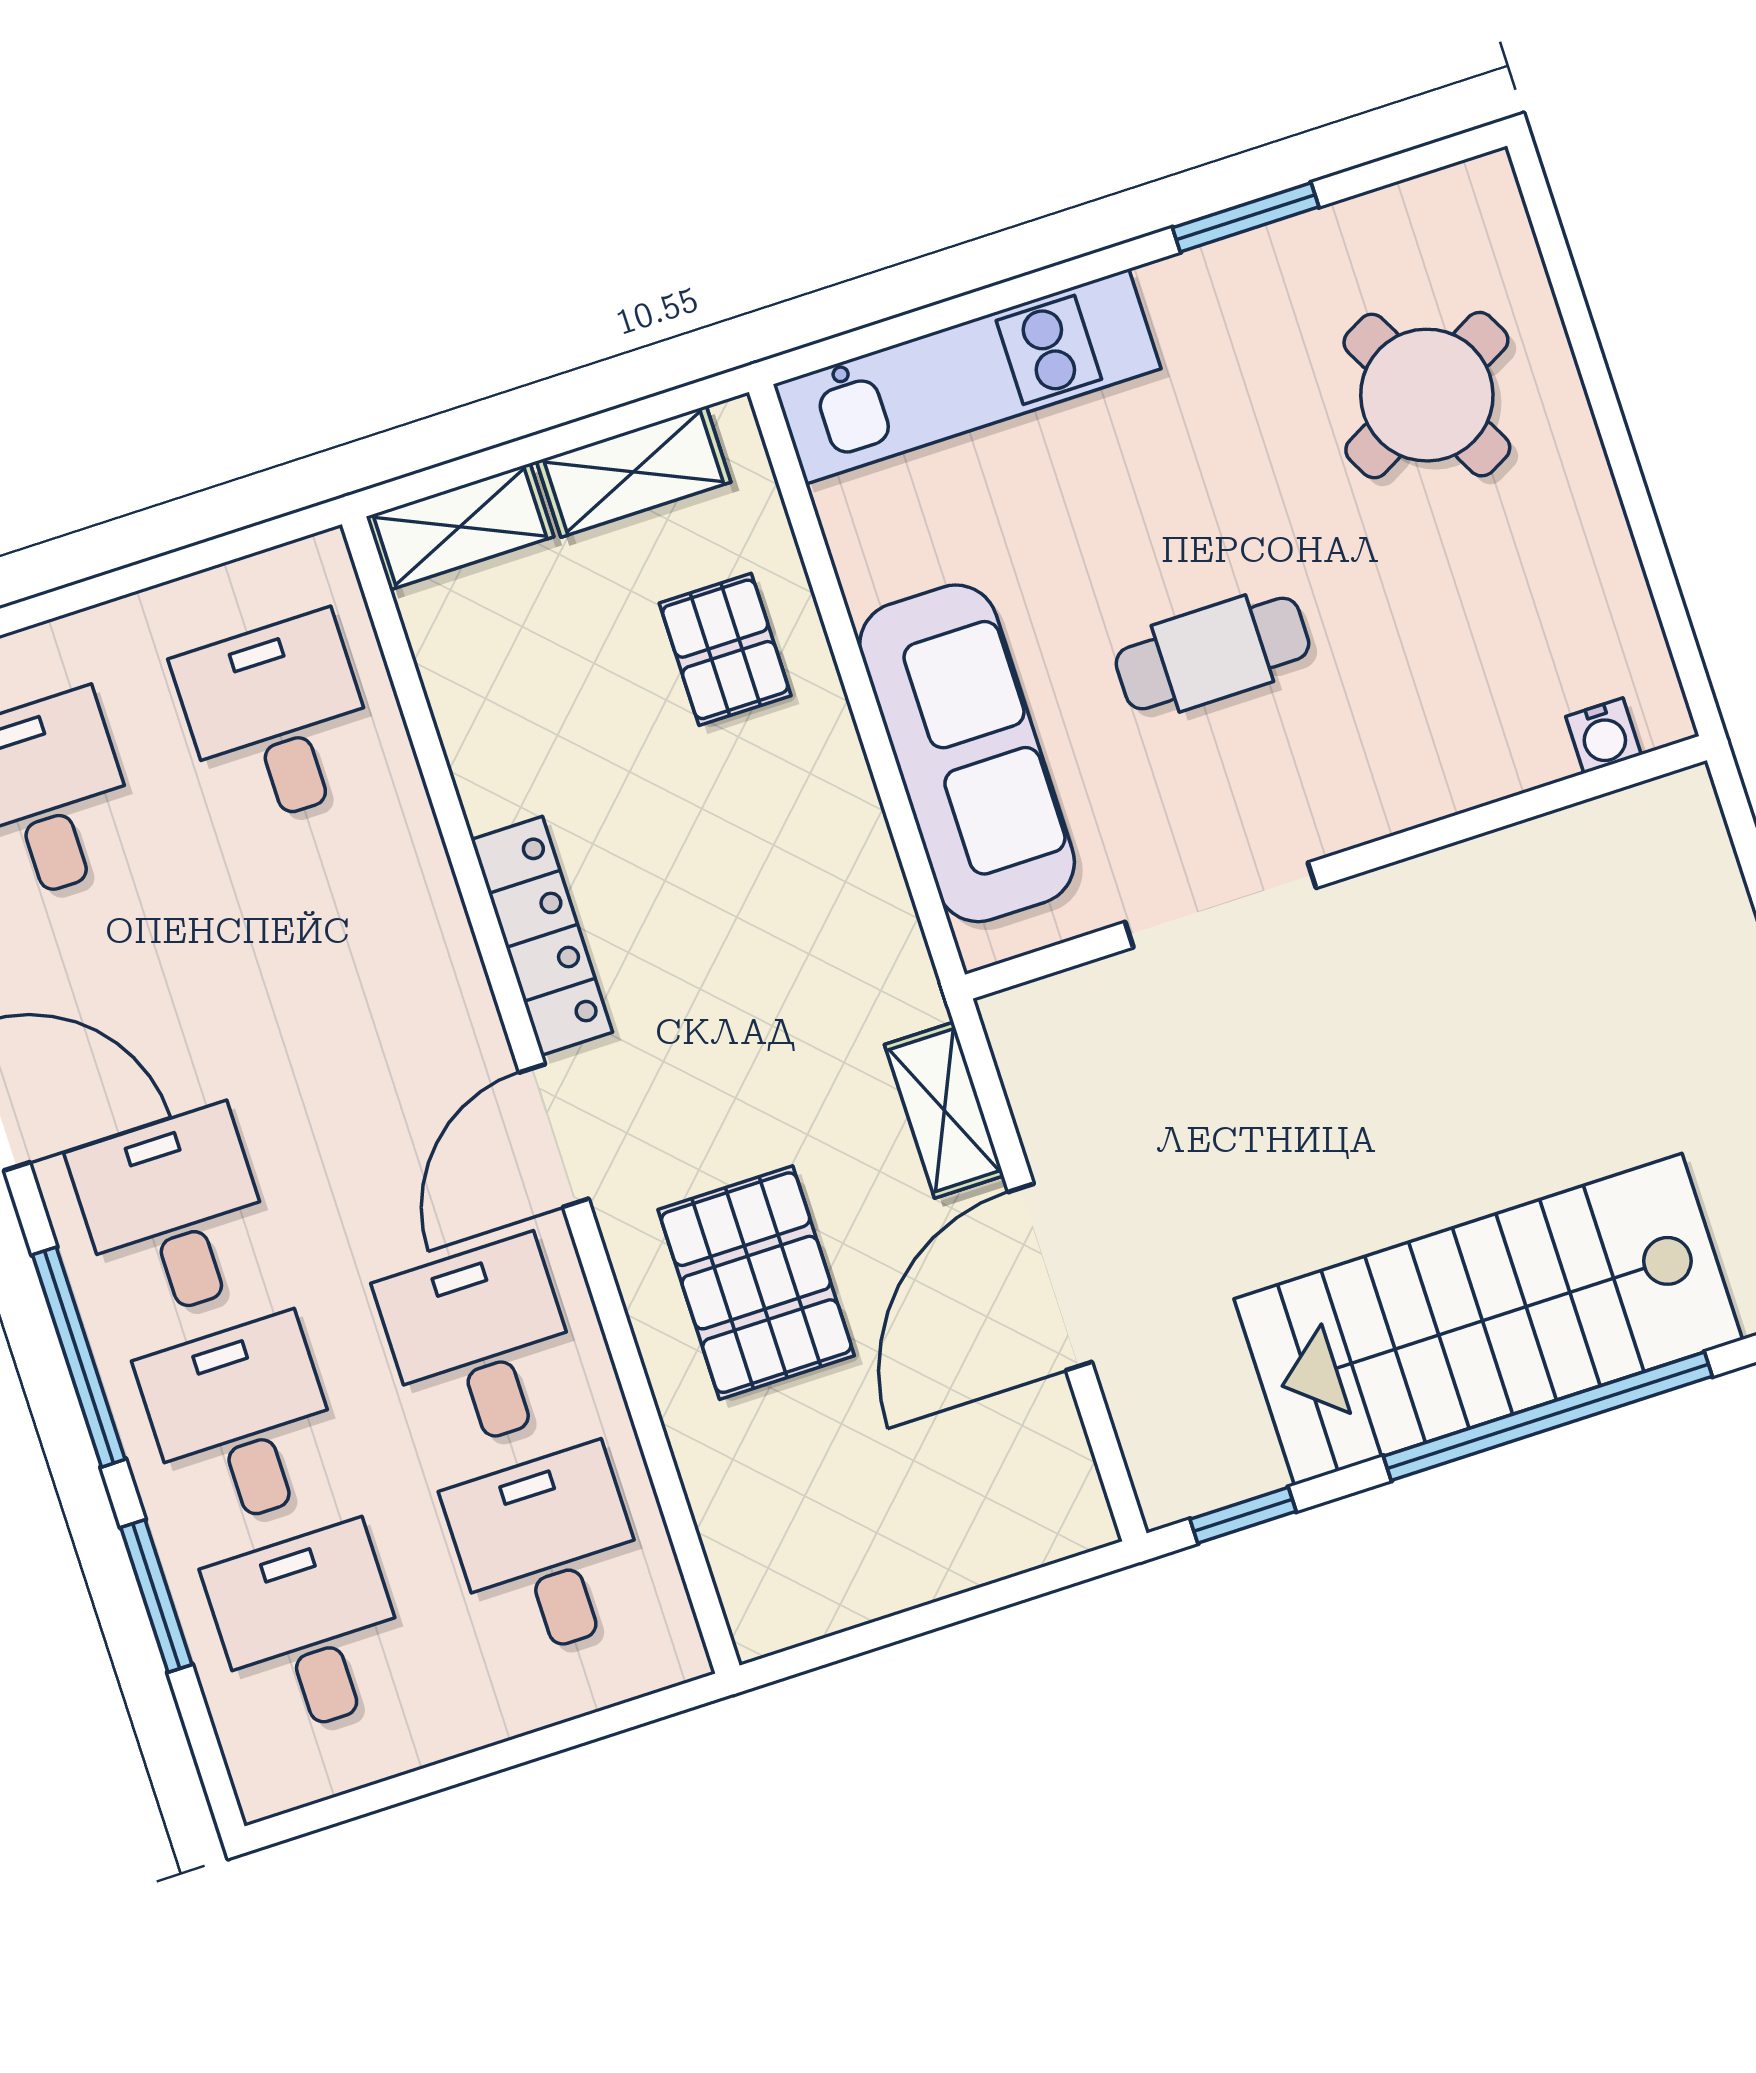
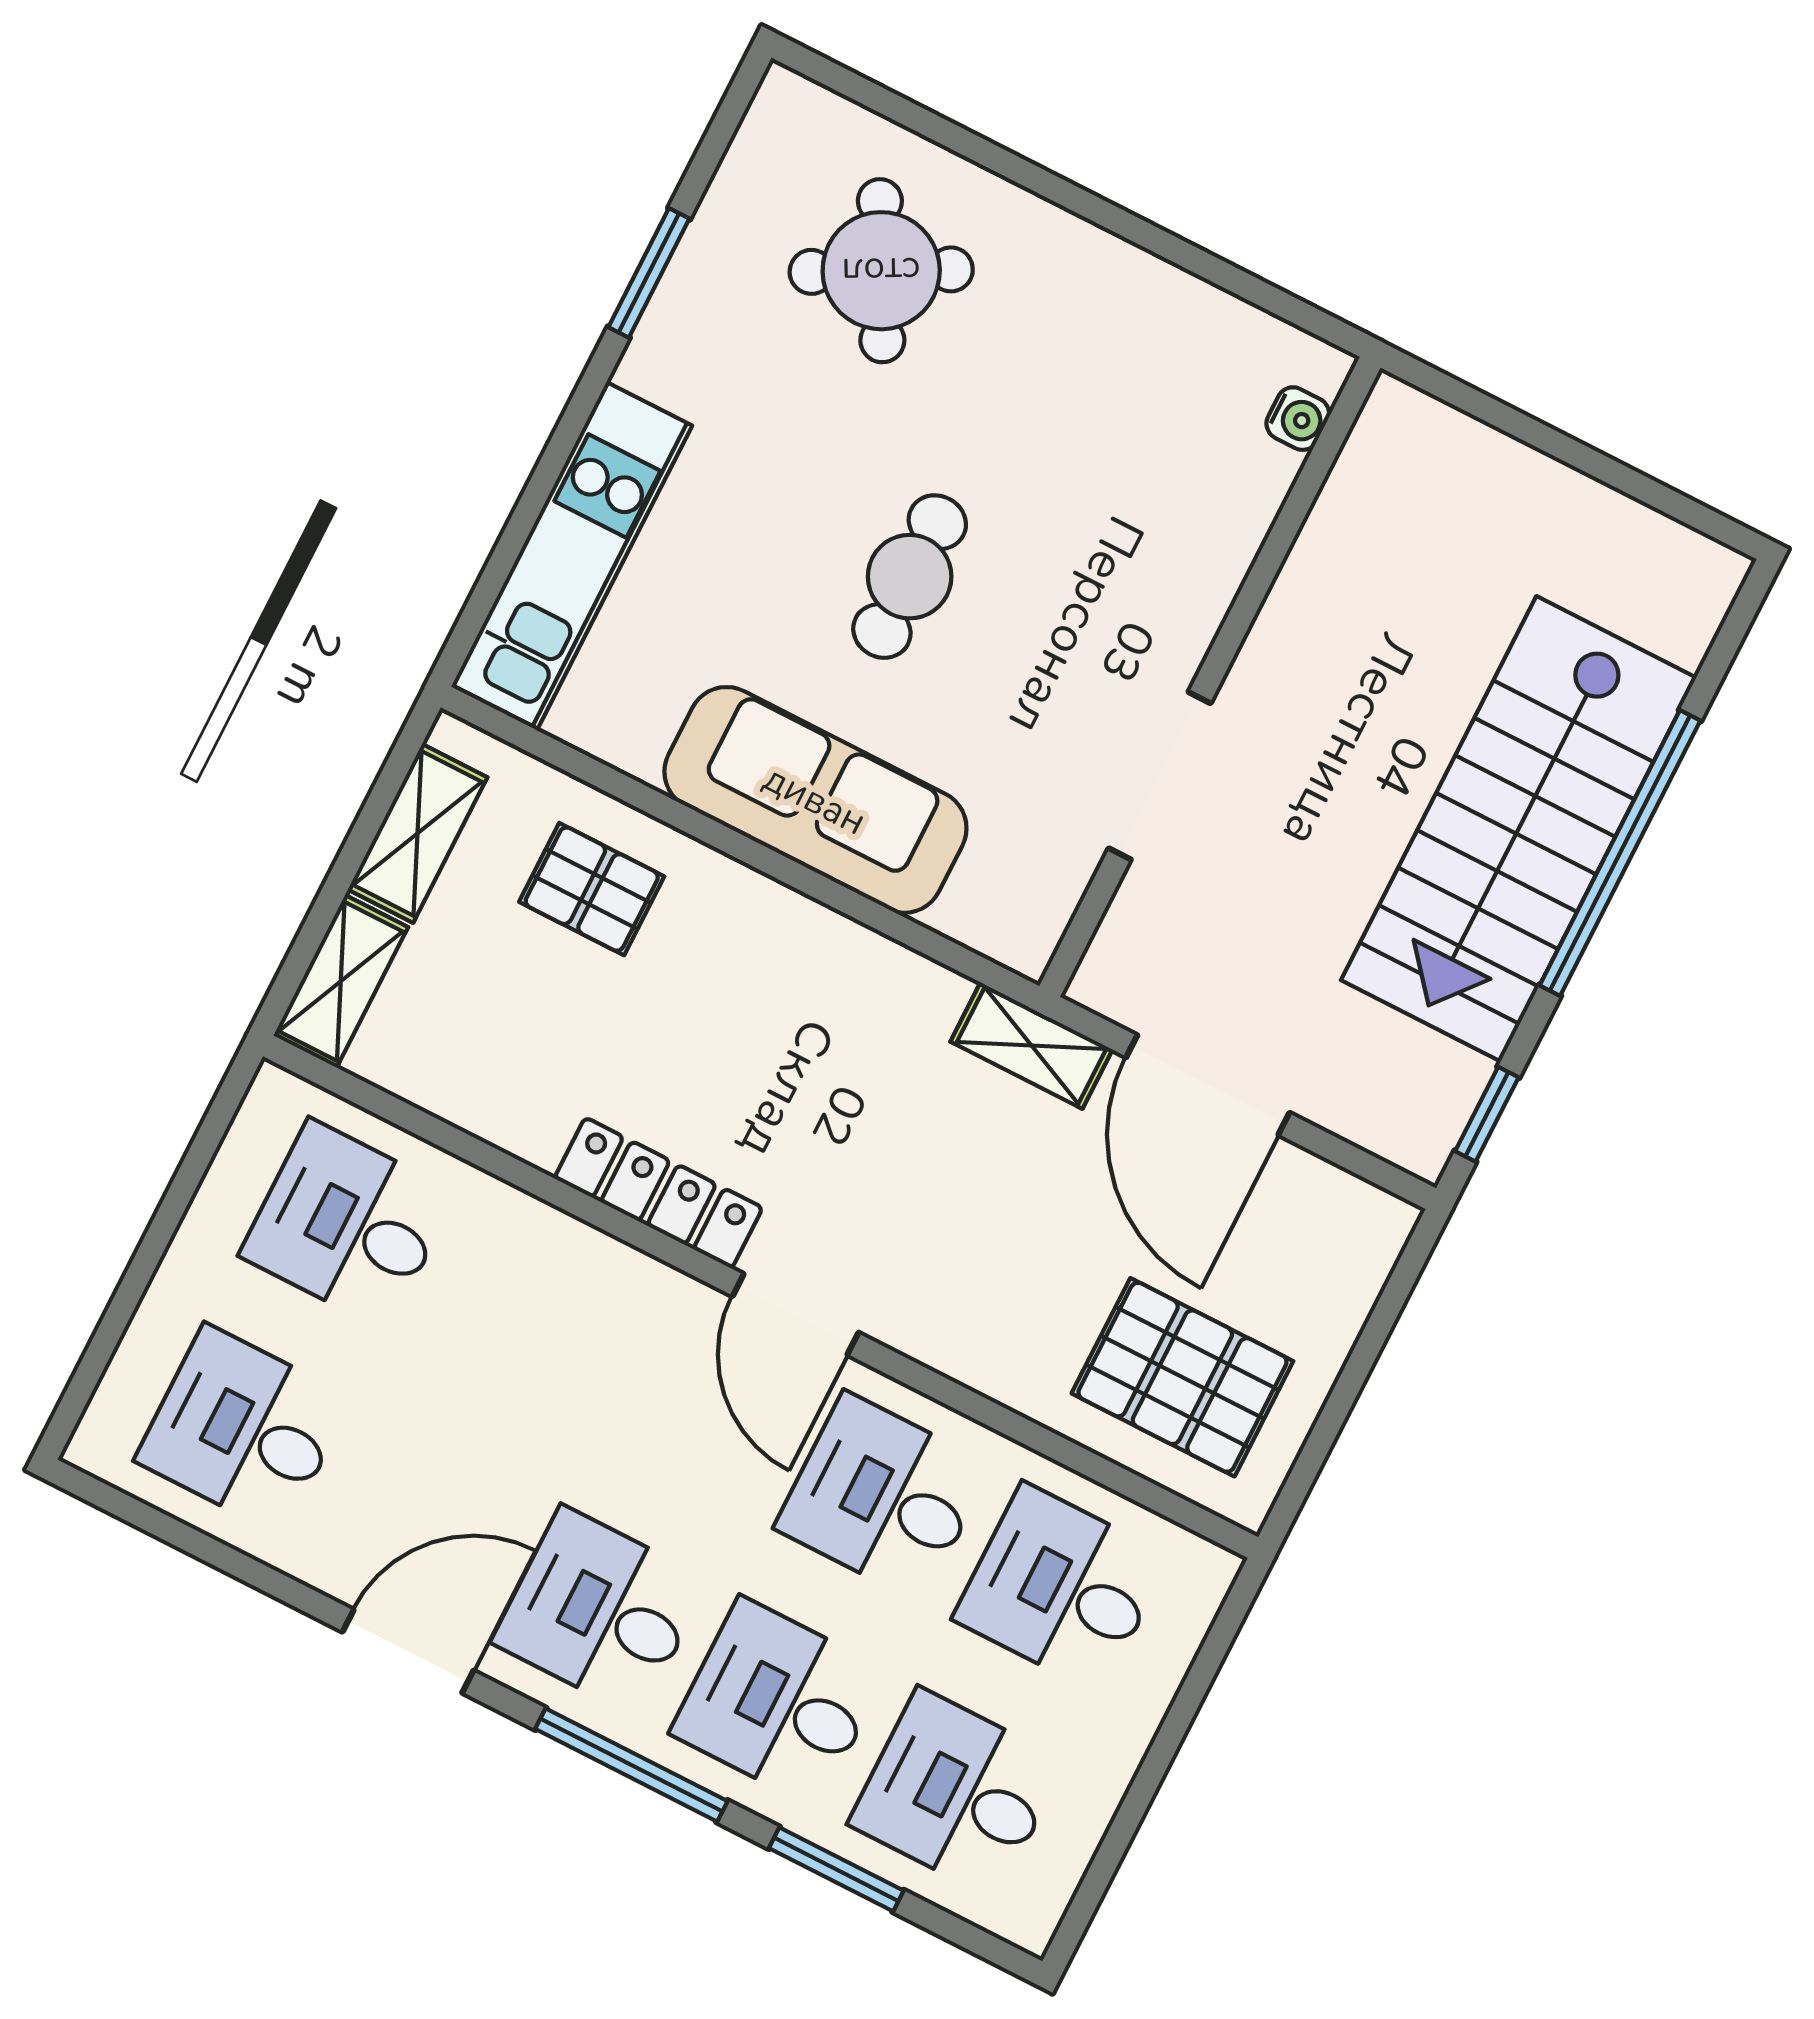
water cooler: (1603, 736) -> (1298, 419), moved
wall: (1336, 867) -> (1210, 677), moved
doorway: (1221, 905) -> (1160, 776), moved
pallet: (756, 1283) -> (1182, 1377), moved

